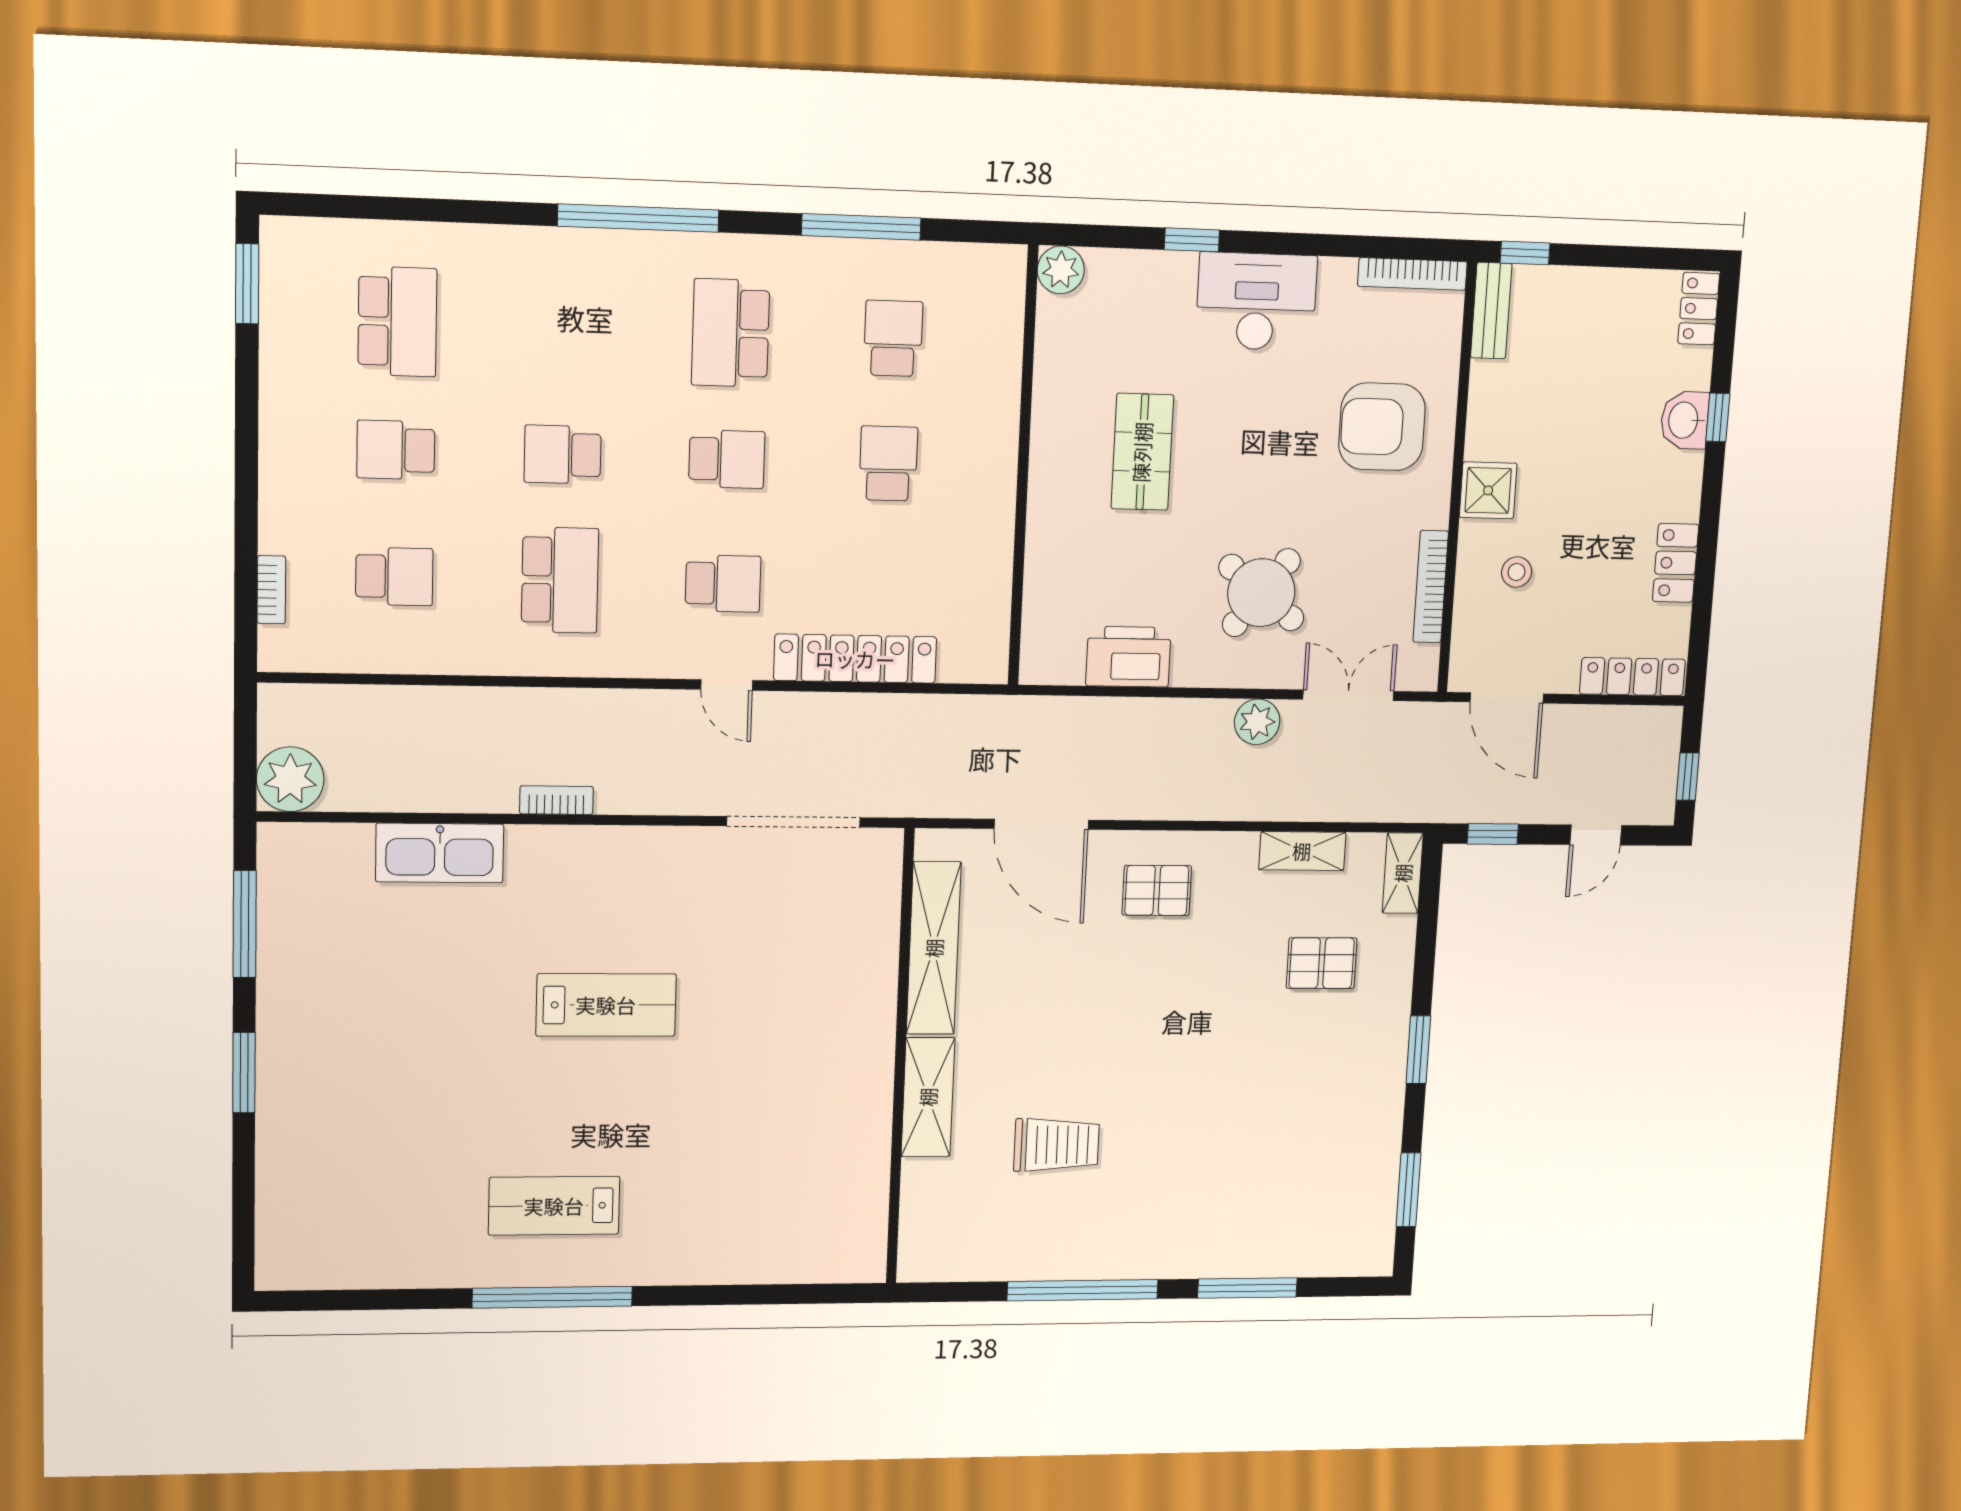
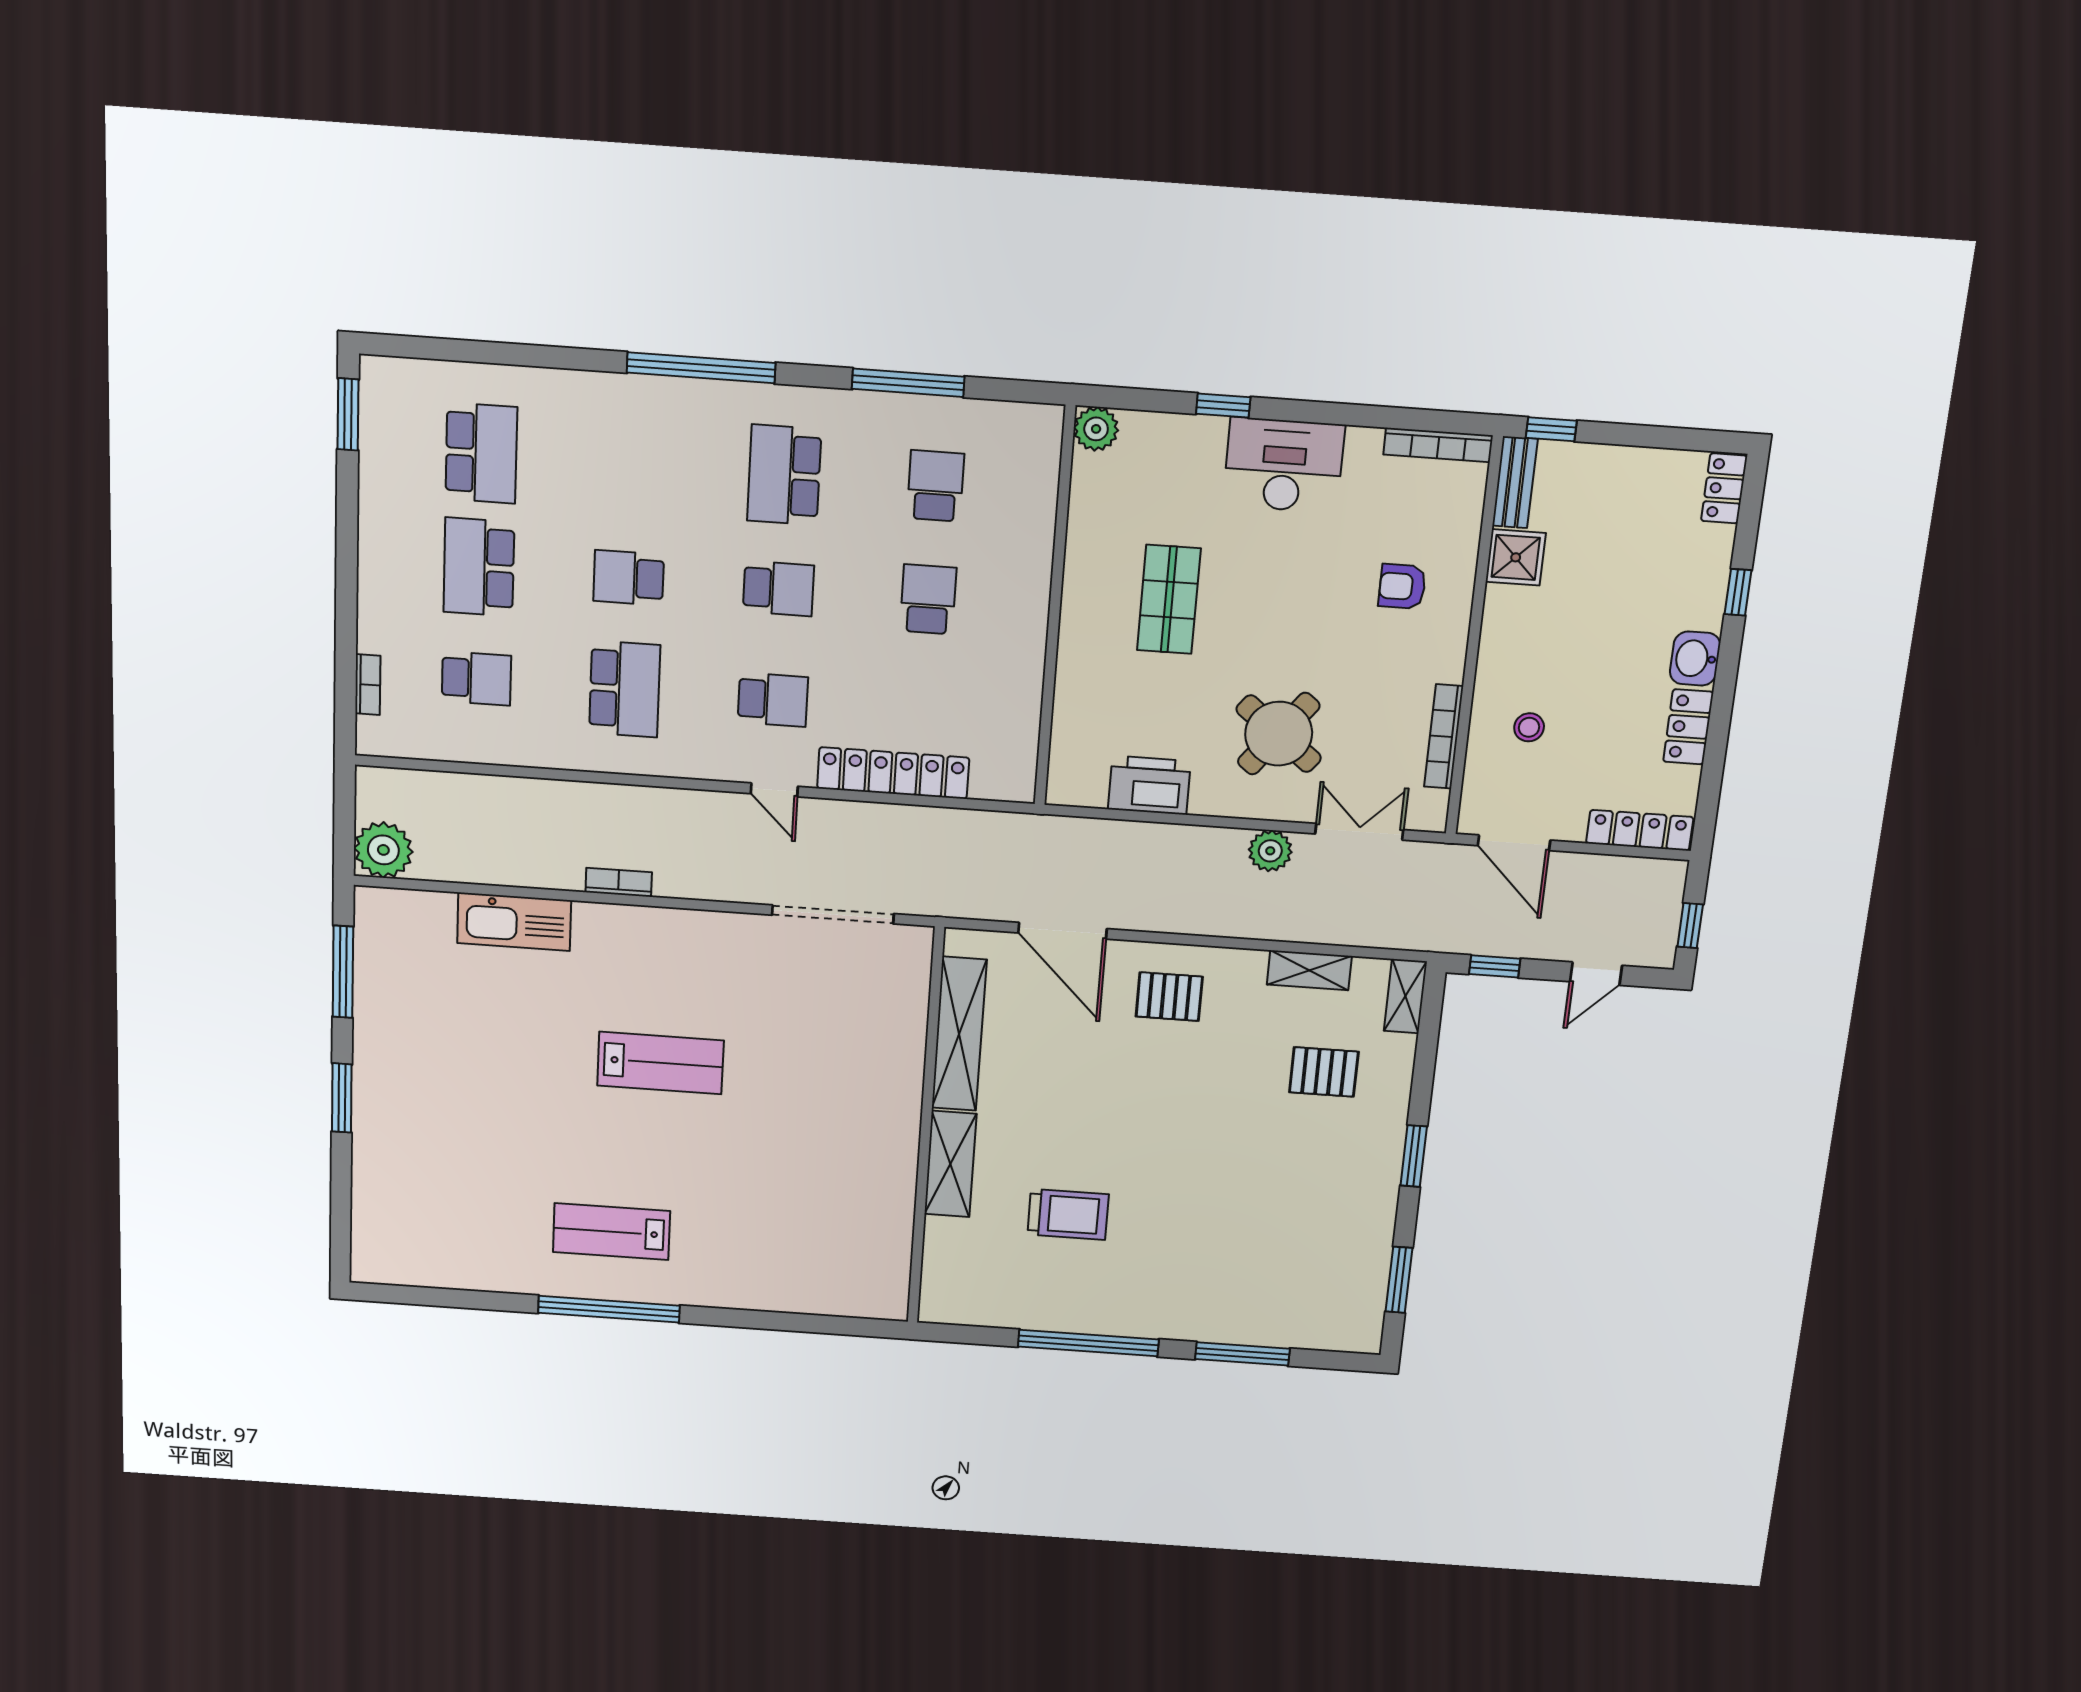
washbasin: (1685, 420) -> (1695, 658), moved
armchair: (1382, 427) -> (1402, 586), width x0.53, depth x0.53
school desk: (396, 450) -> (479, 567), width x1.85
shower: (1488, 490) -> (1516, 557), moved

